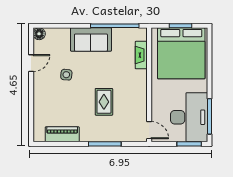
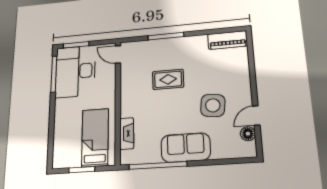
floor lamp: (39, 34) -> (248, 134), moved
bed: (181, 53) -> (95, 138), width x0.49
side table: (66, 75) -> (213, 105), width x1.87, depth x1.87
rug: (104, 102) -> (168, 79), turned 90
piano: (62, 134) -> (228, 40), moved

